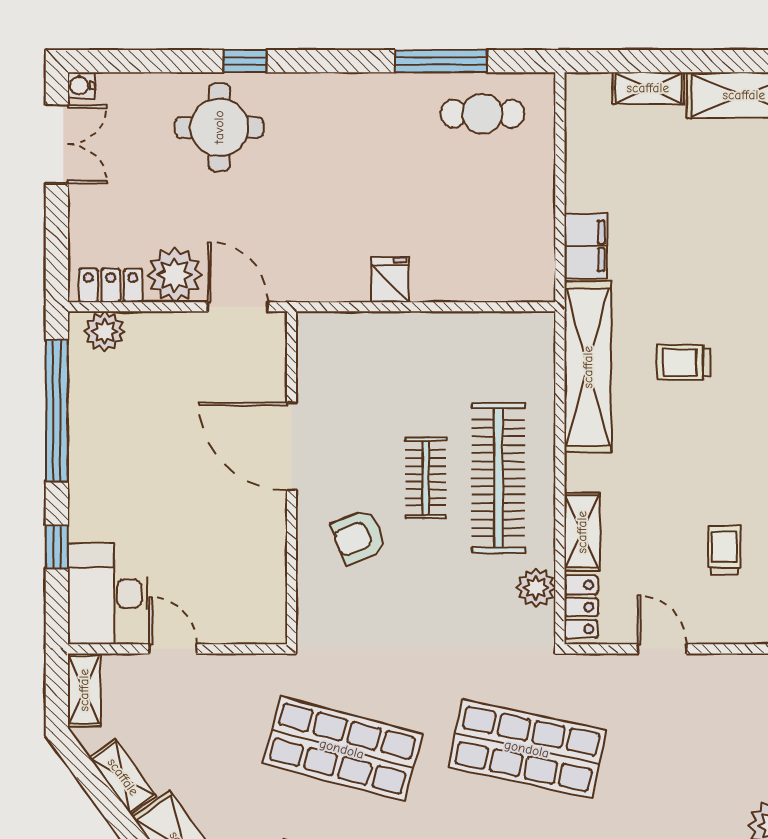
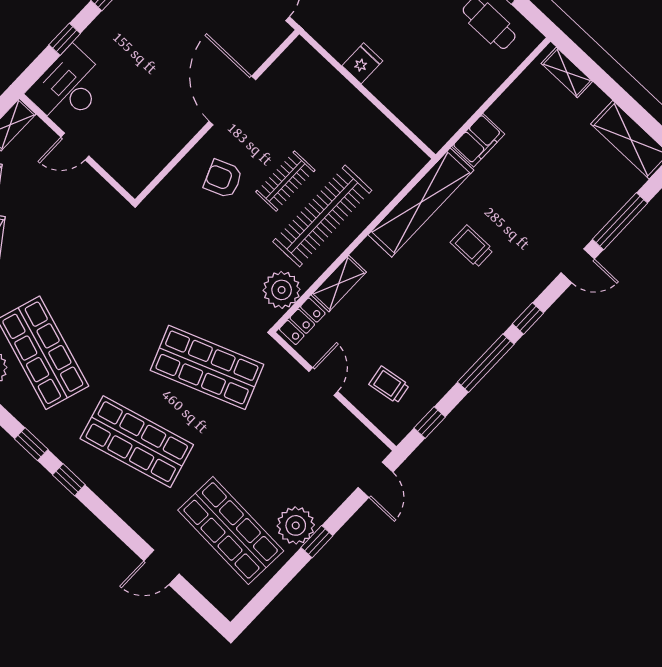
shelving: (648, 88) -> (567, 72), moved
trolley: (724, 550) -> (389, 385), moved, turned -99
plant: (536, 588) -> (282, 290), width x1.36, depth x1.36
door: (173, 649) -> (75, 147), swing flipped
shop shelf: (342, 749) -> (113, 279), removed
shop shelf: (527, 749) -> (207, 367), turned -33

